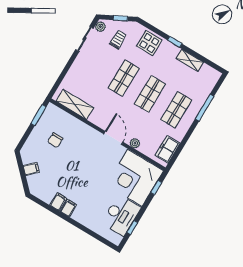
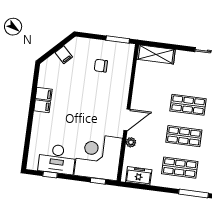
shelving: (75, 104) -> (156, 54), moved, turned 90

